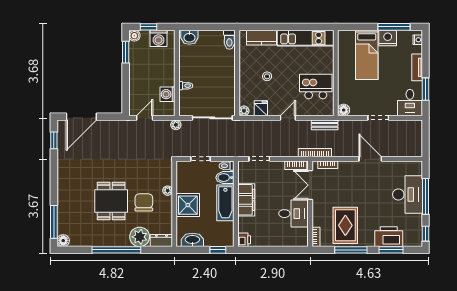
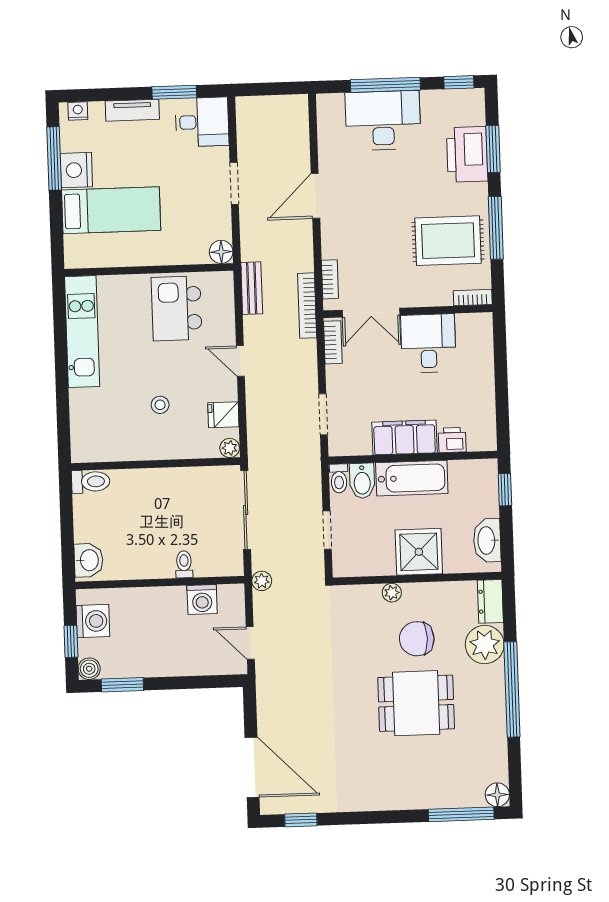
kitchen counter: (261, 38) -> (84, 419), removed
printer: (244, 240) -> (452, 440), moved

